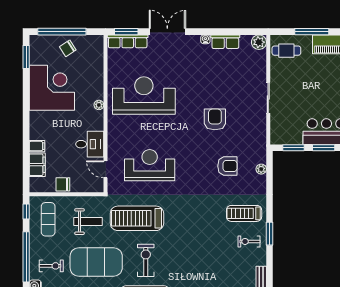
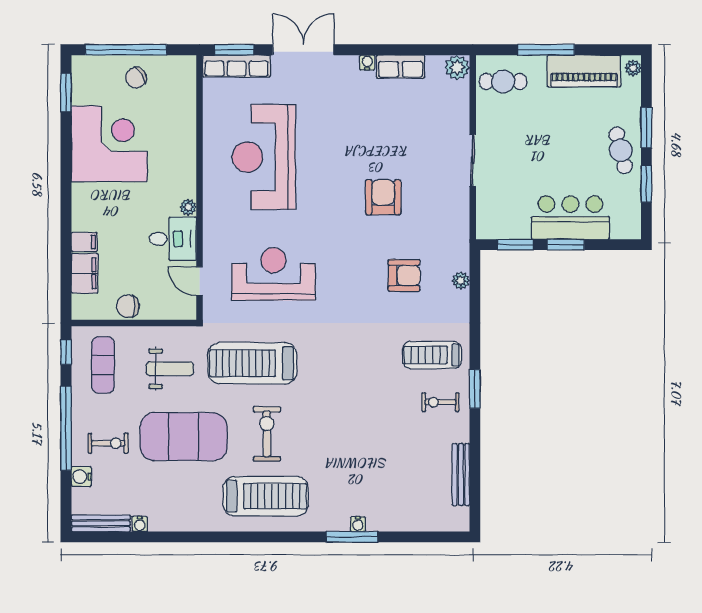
reception desk: (144, 96) -> (264, 157), turned -90
plant: (99, 105) -> (188, 207), moved

